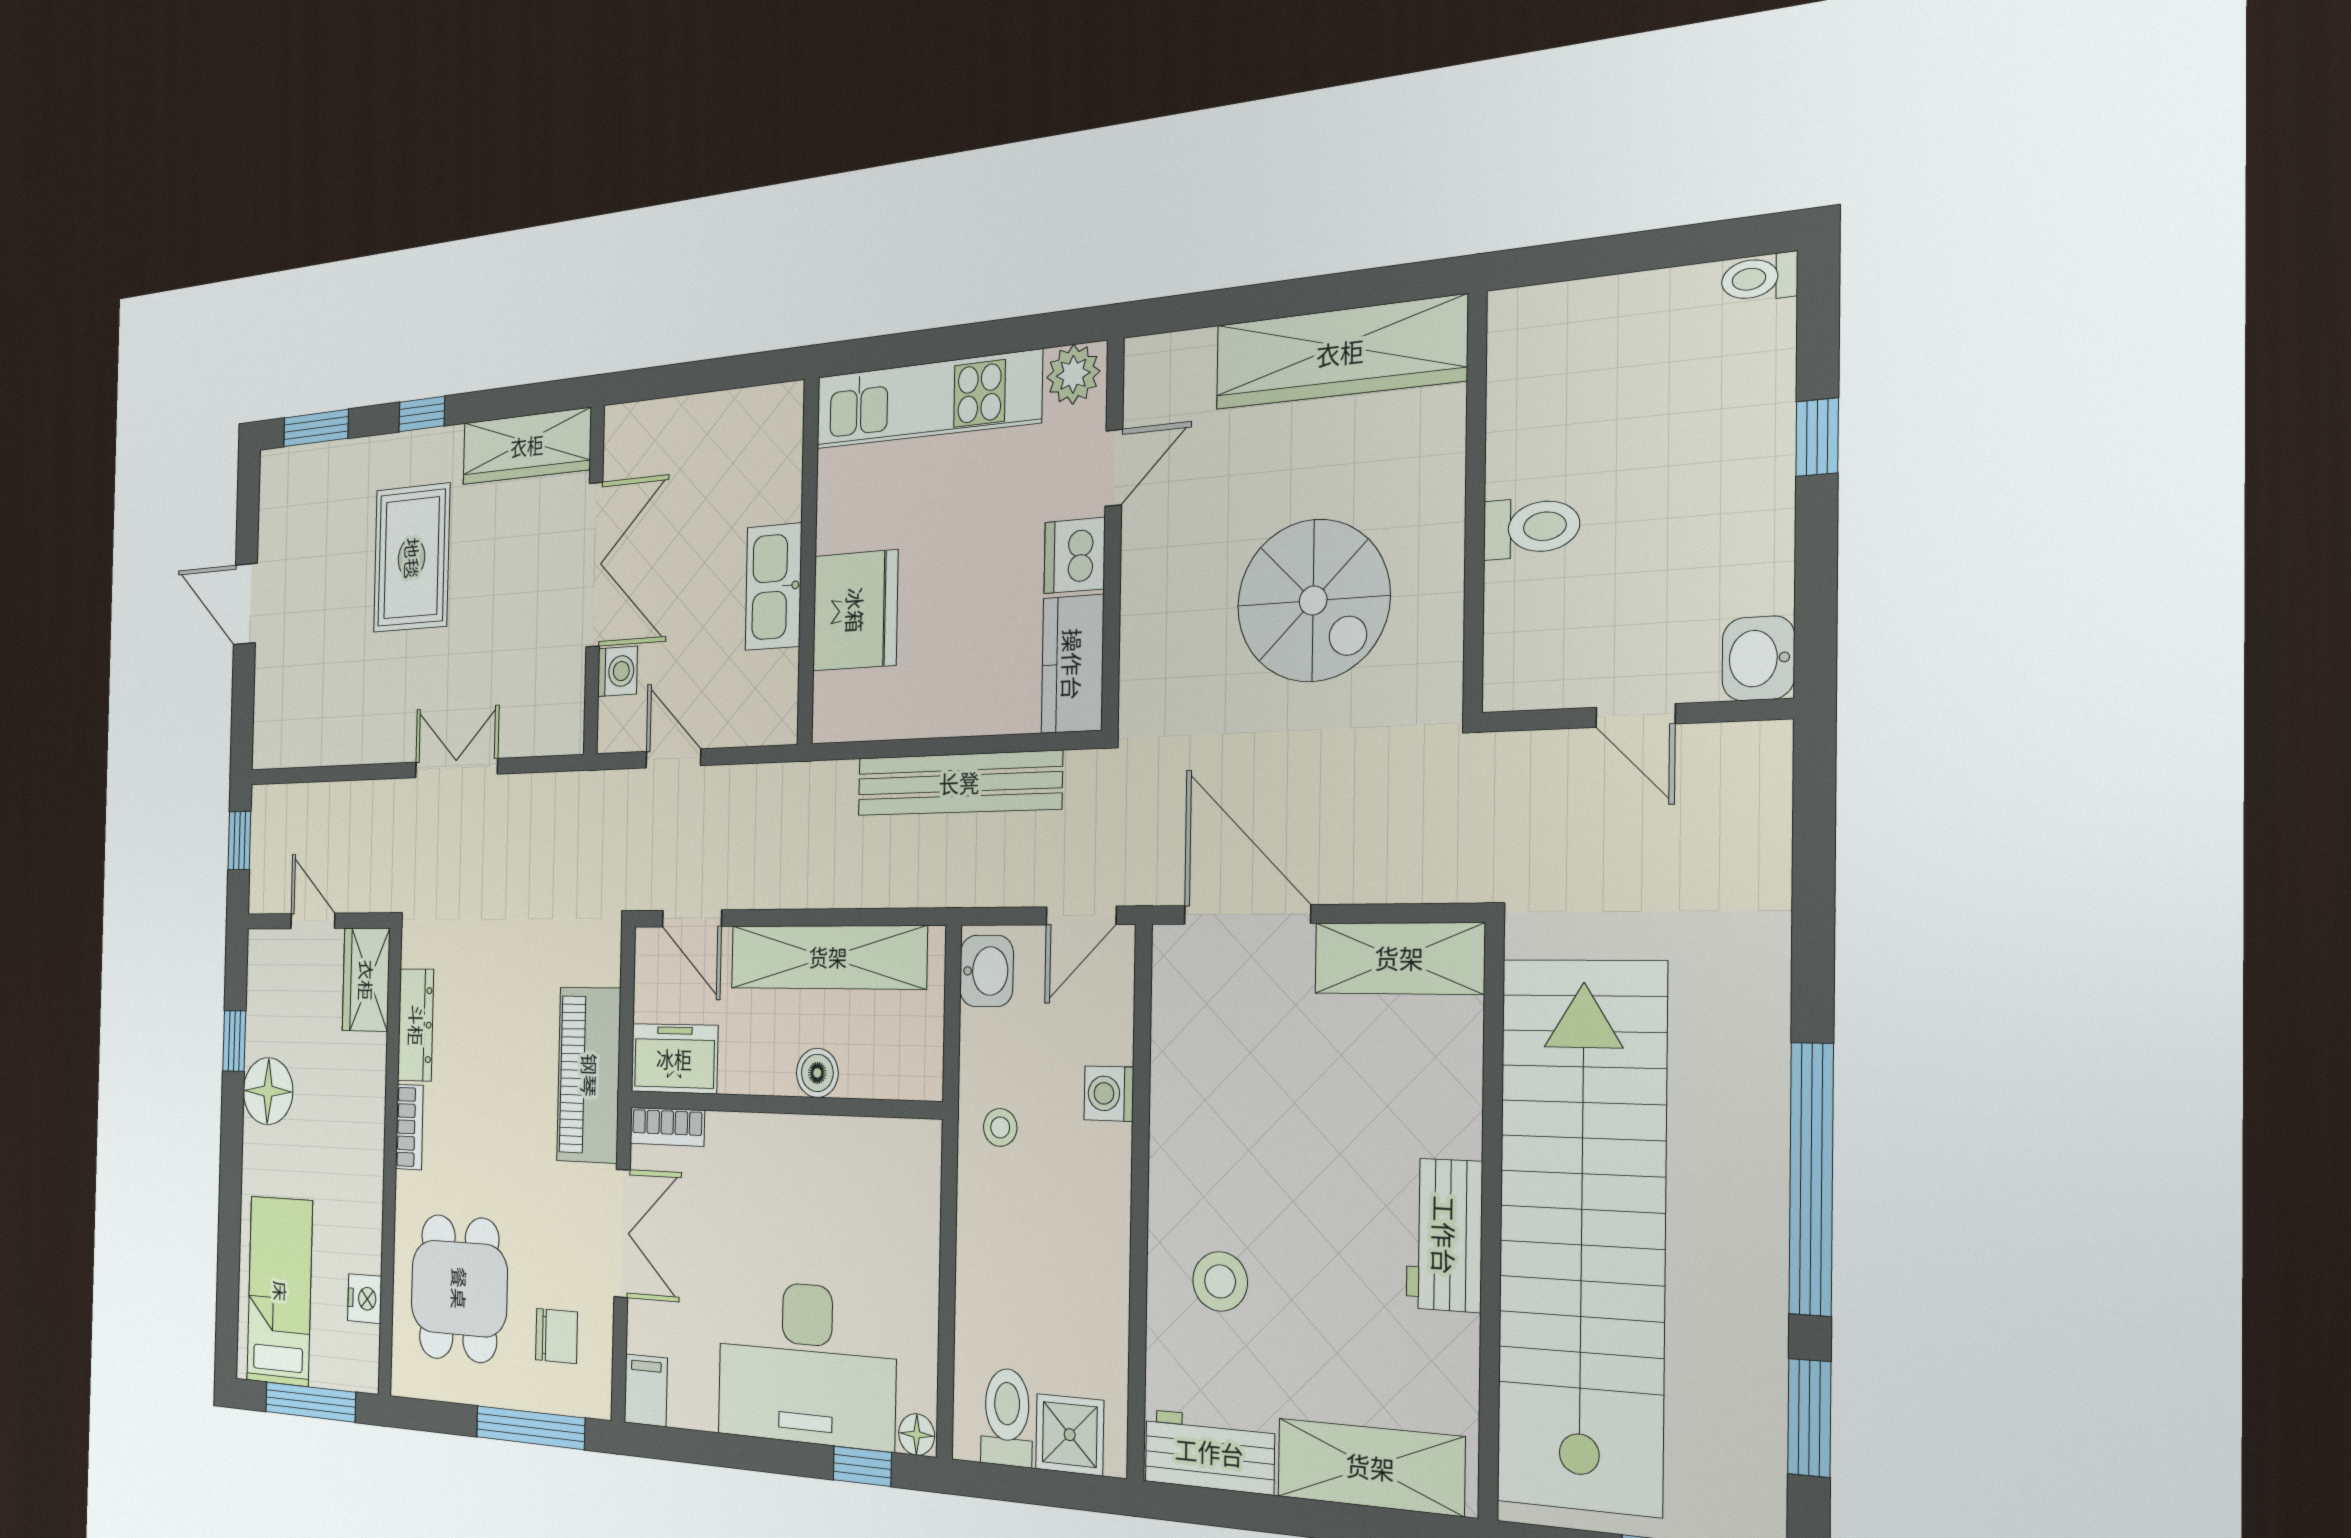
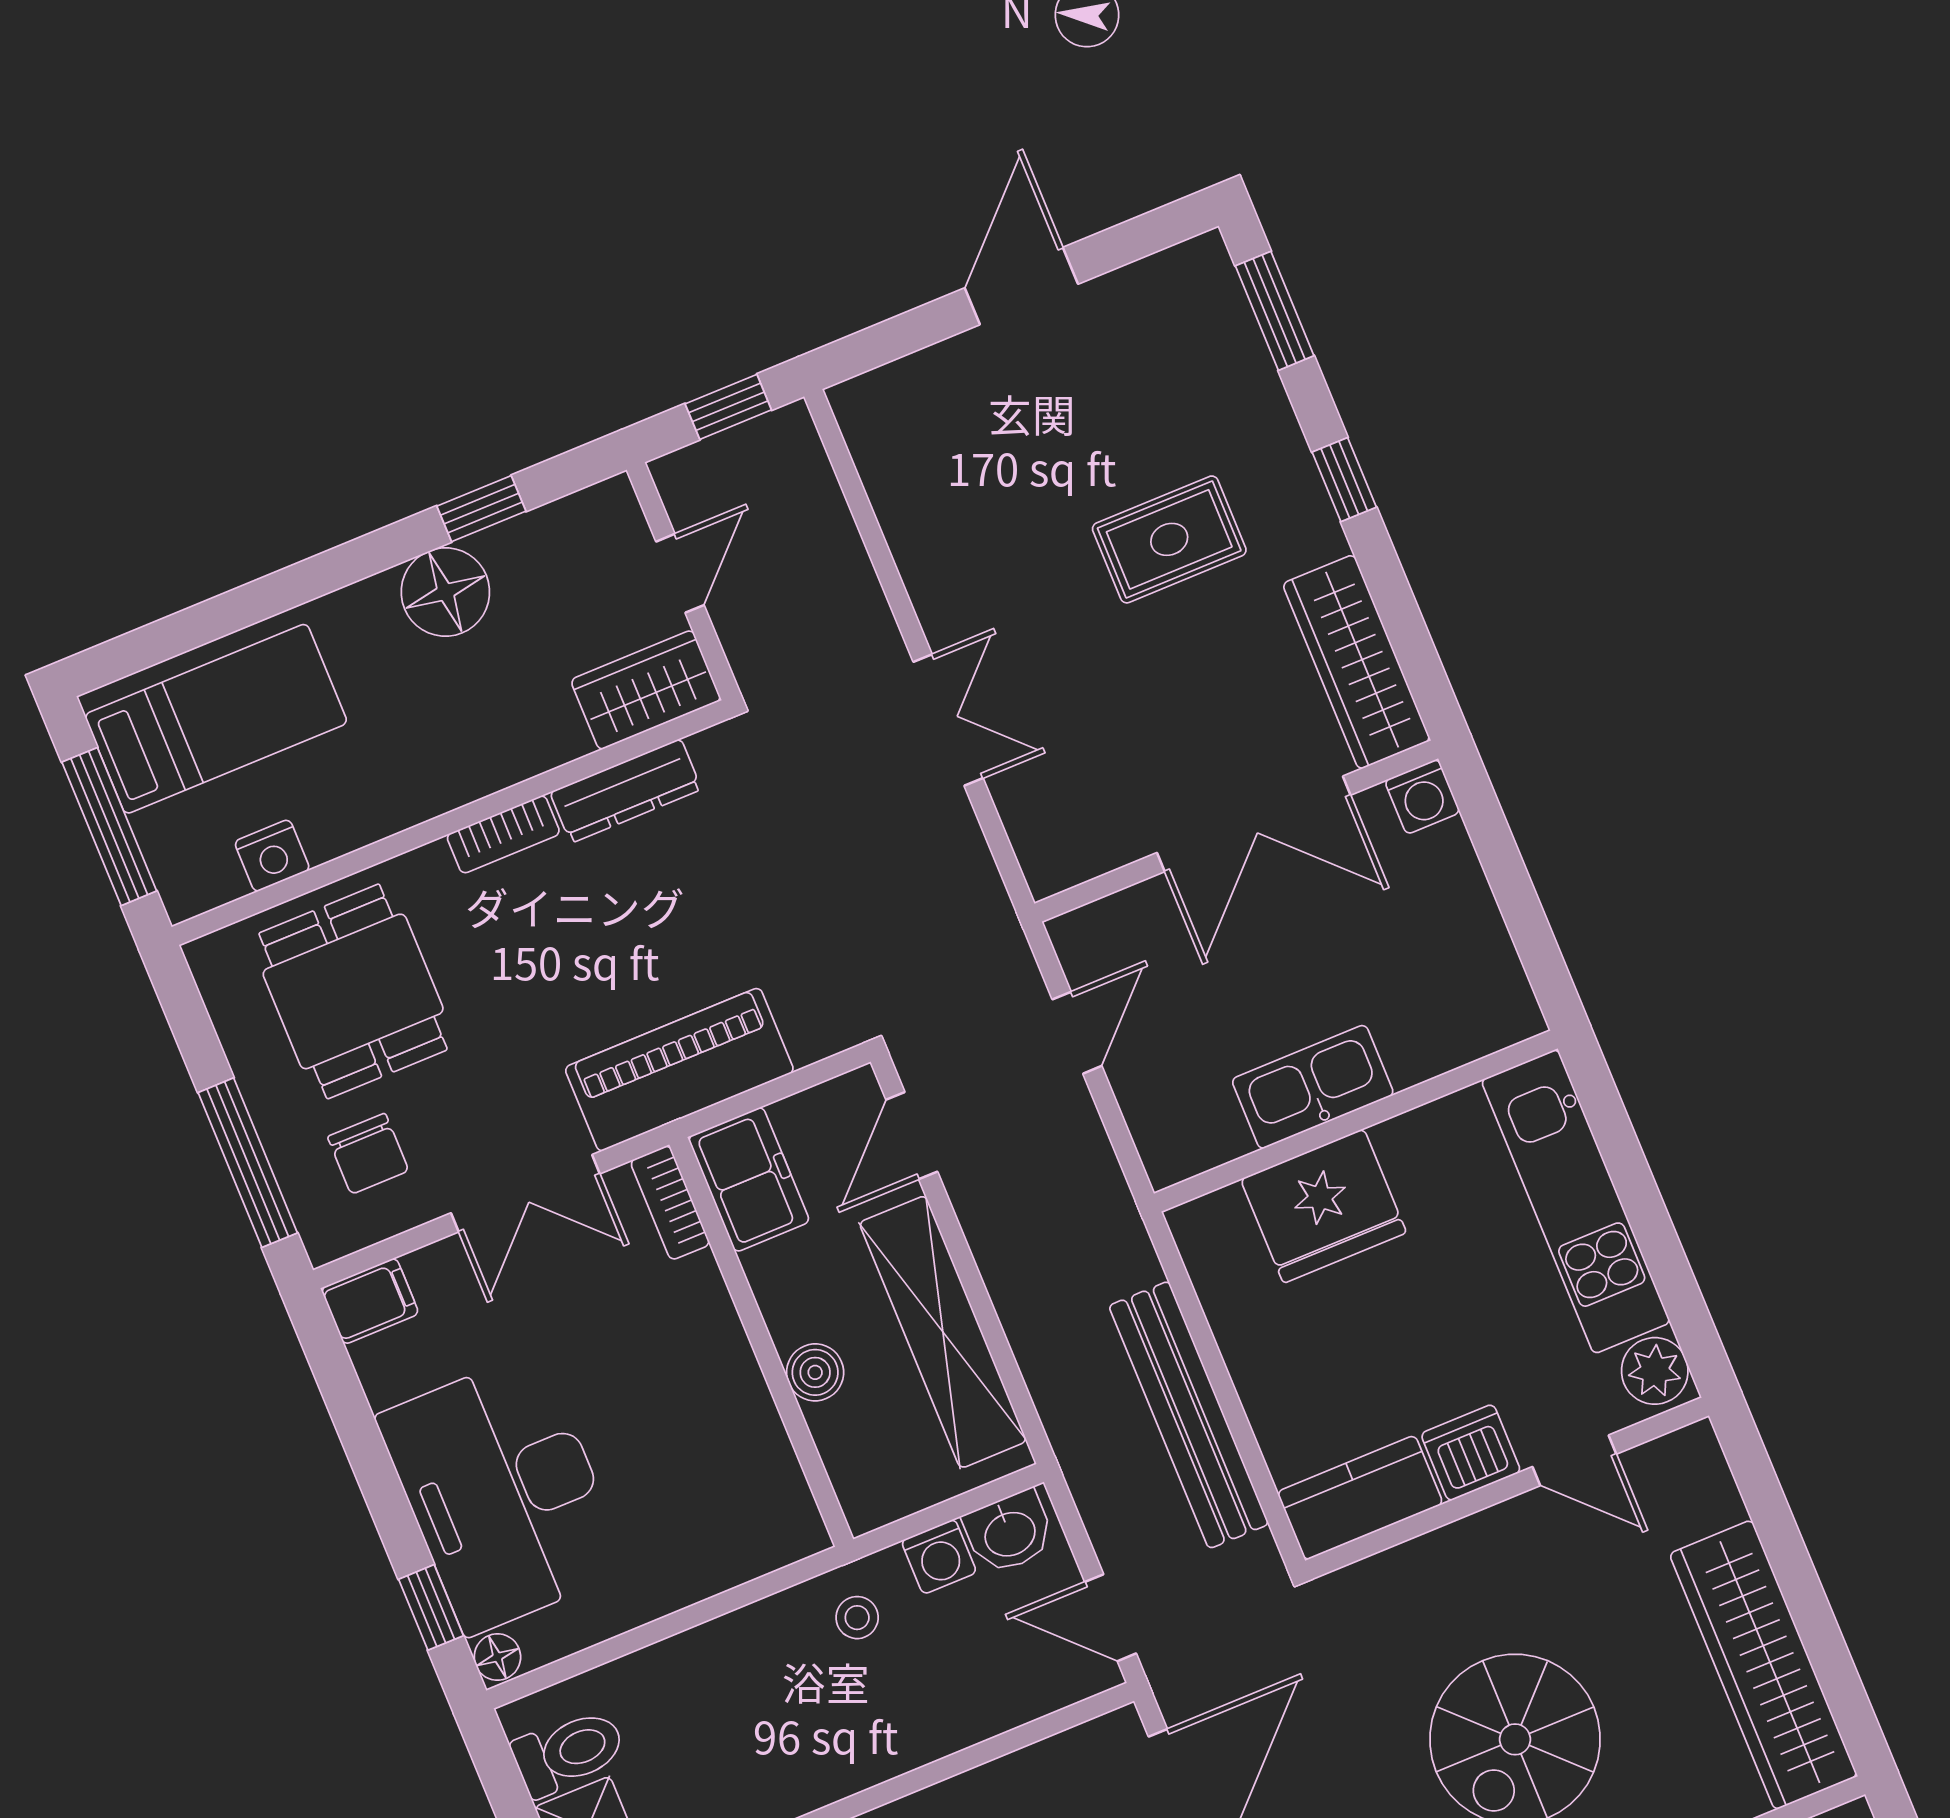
rug: (412, 558) -> (1169, 539), width x0.73, depth x0.70
washing machine: (617, 671) -> (1422, 797), moved
washing machine: (1109, 1094) -> (939, 1557), moved, turned 180
dining table: (459, 1288) -> (353, 991), turned 90

